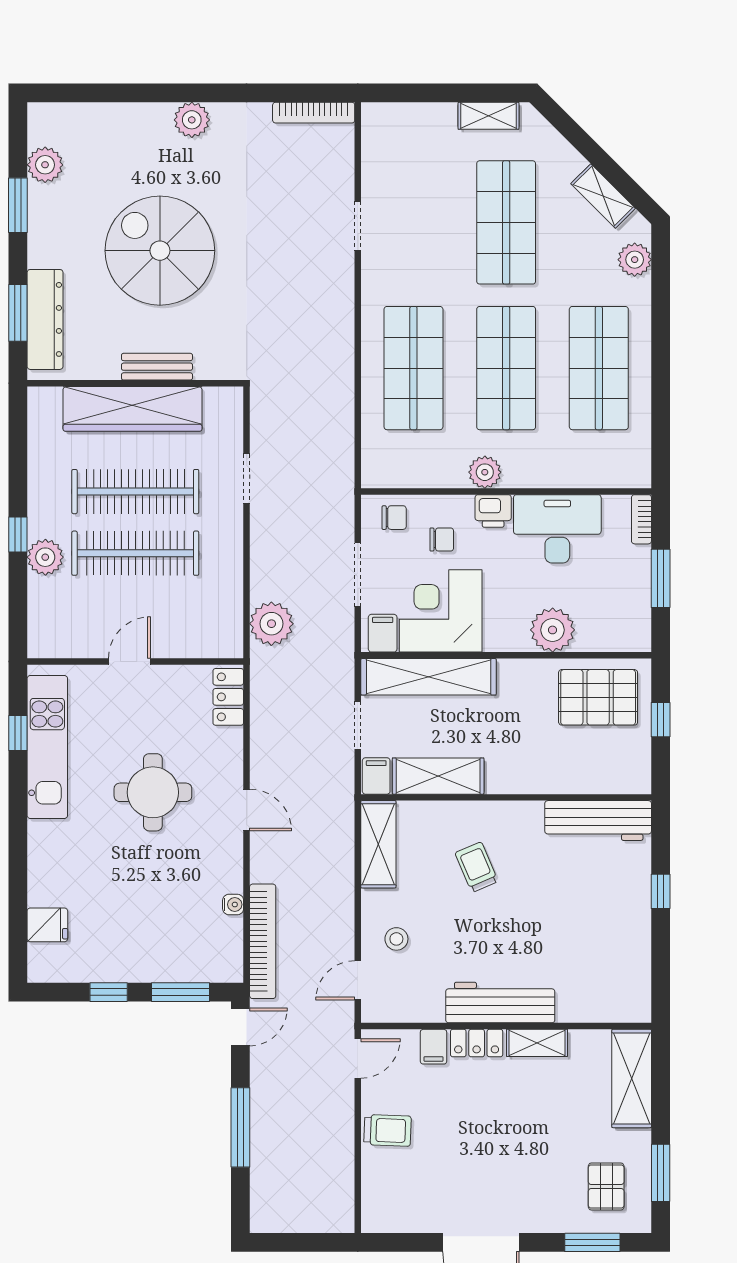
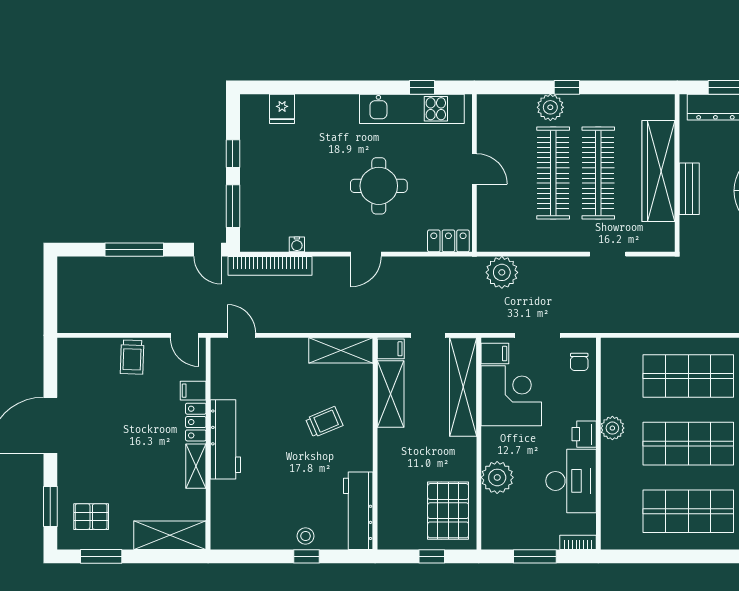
chair: (442, 539) -> (563, 397), removed
stool: (396, 939) -> (306, 536), moved

